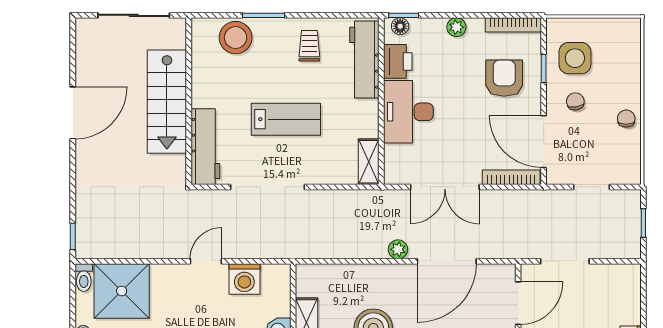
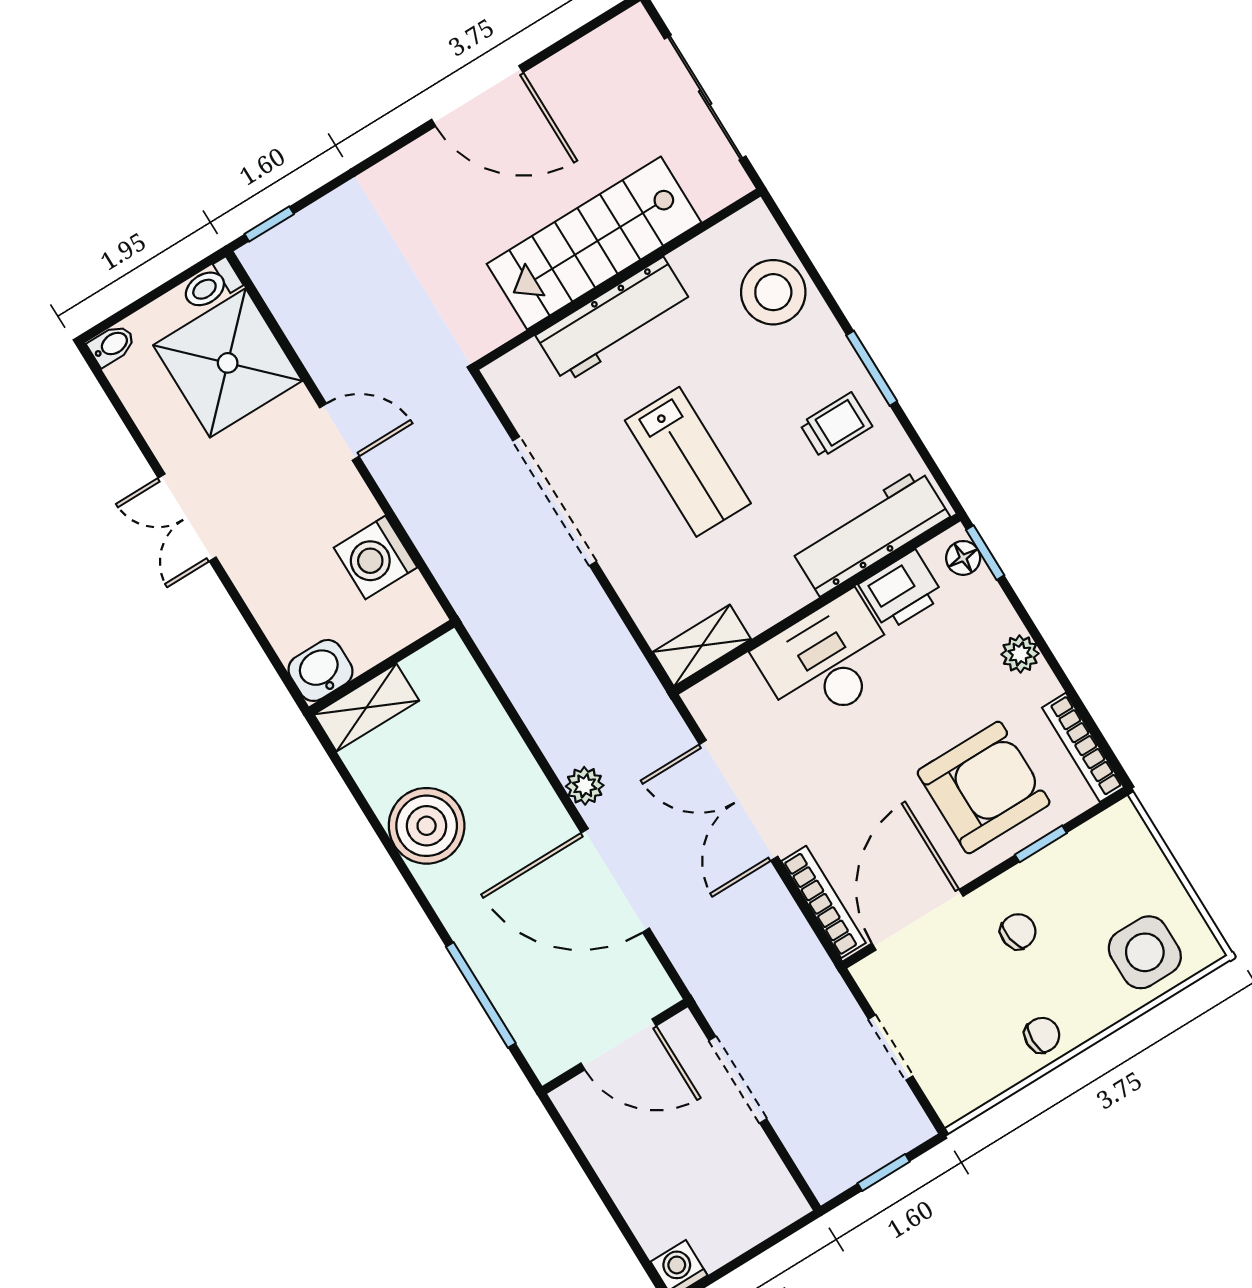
window: (264, 15) -> (872, 368), moved
side table: (575, 58) -> (1145, 952), moved
armchair: (504, 78) -> (984, 787), width x1.36, depth x1.36
workbench: (205, 147) -> (614, 320), moved
door: (206, 261) -> (339, 432), moved

